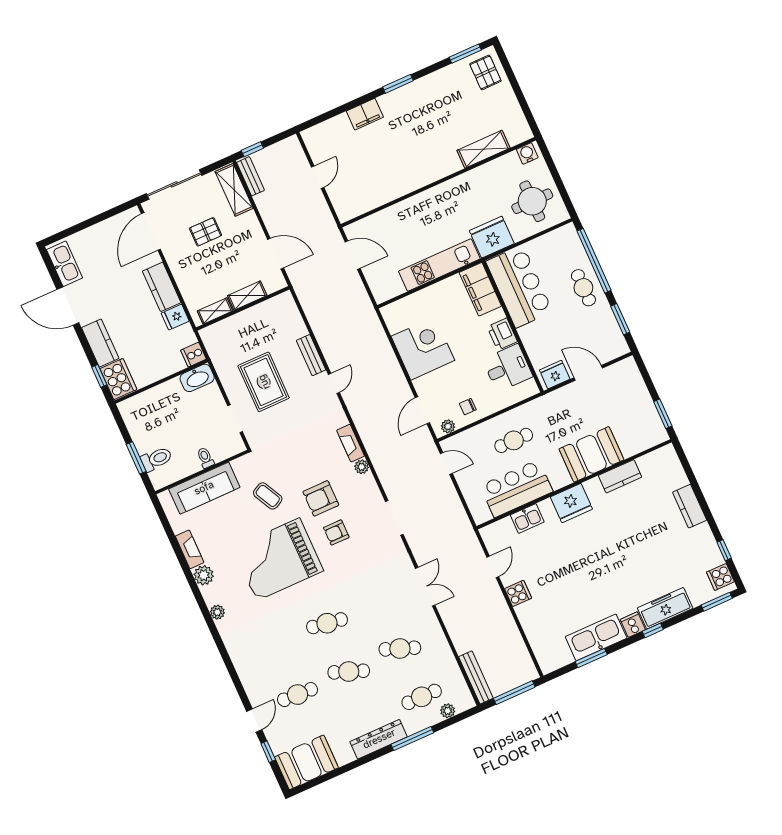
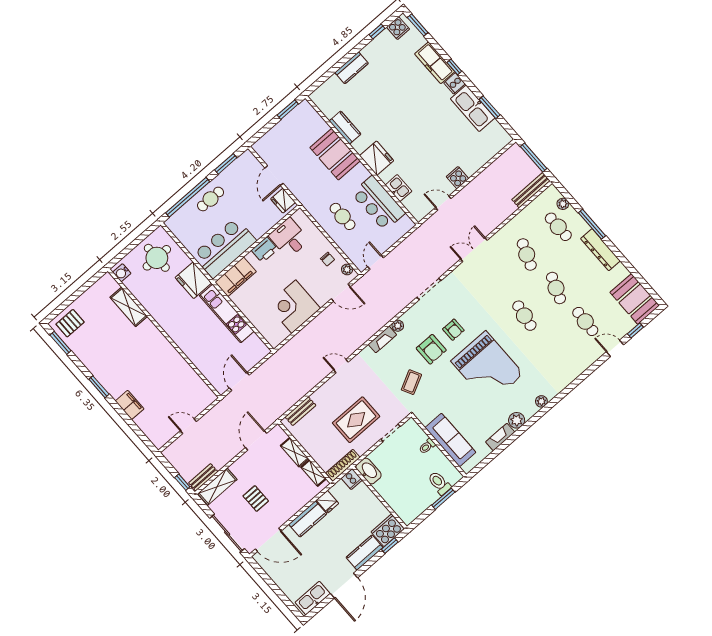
shoe rack: (214, 349) -> (343, 465), added
bench: (311, 355) -> (300, 411), moved
coffee table: (268, 496) -> (411, 382), moved

